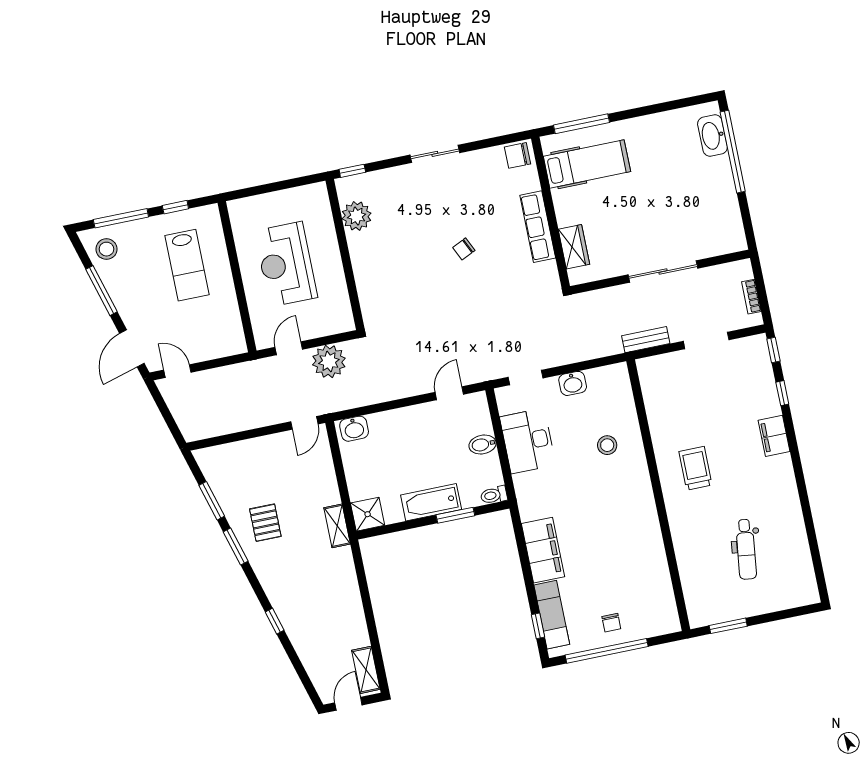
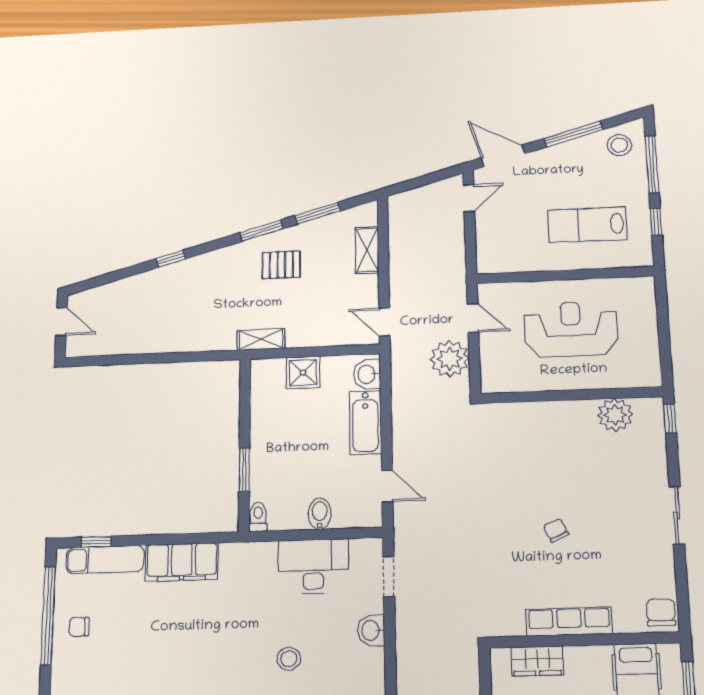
bathtub: (431, 502) -> (365, 422), moved, turned 180
shower: (368, 514) -> (303, 373), moved
shelving: (366, 670) -> (367, 250), moved, turned 90

